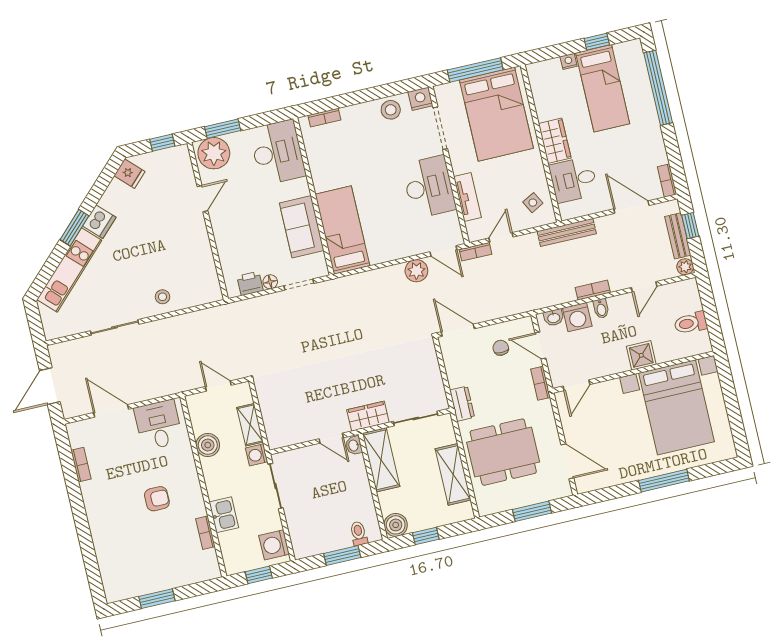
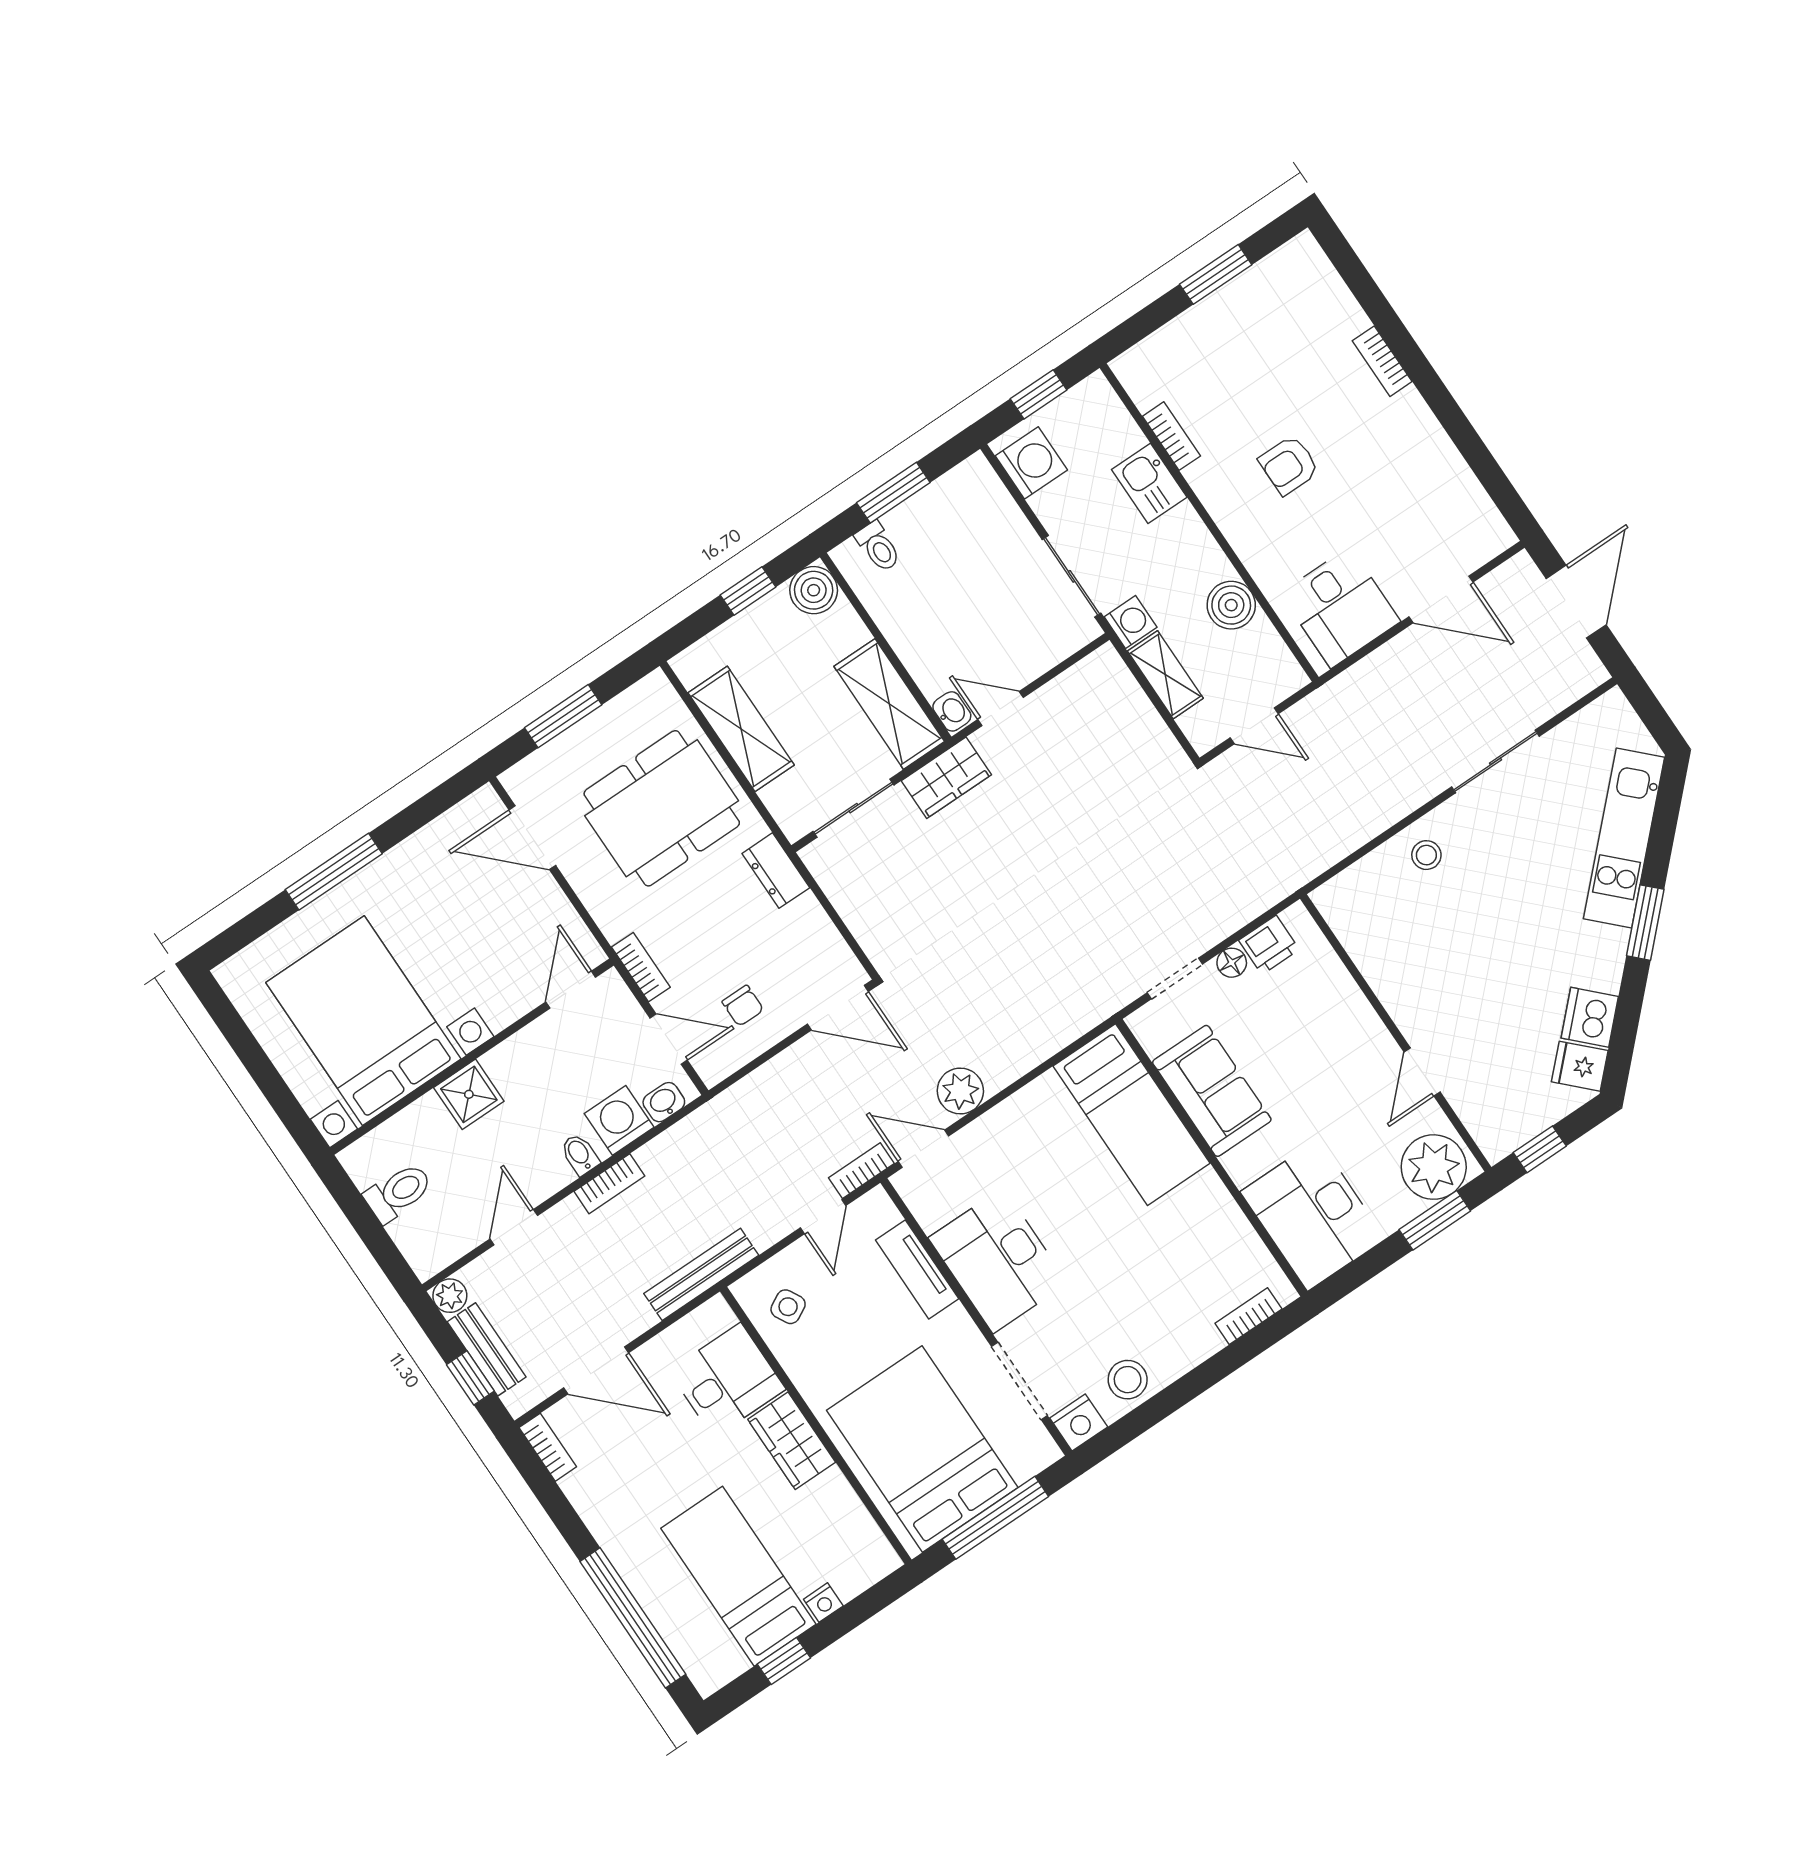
dishwasher: (99, 222) -> (1590, 1017), moved
bookcase: (81, 465) -> (1382, 361), moved

